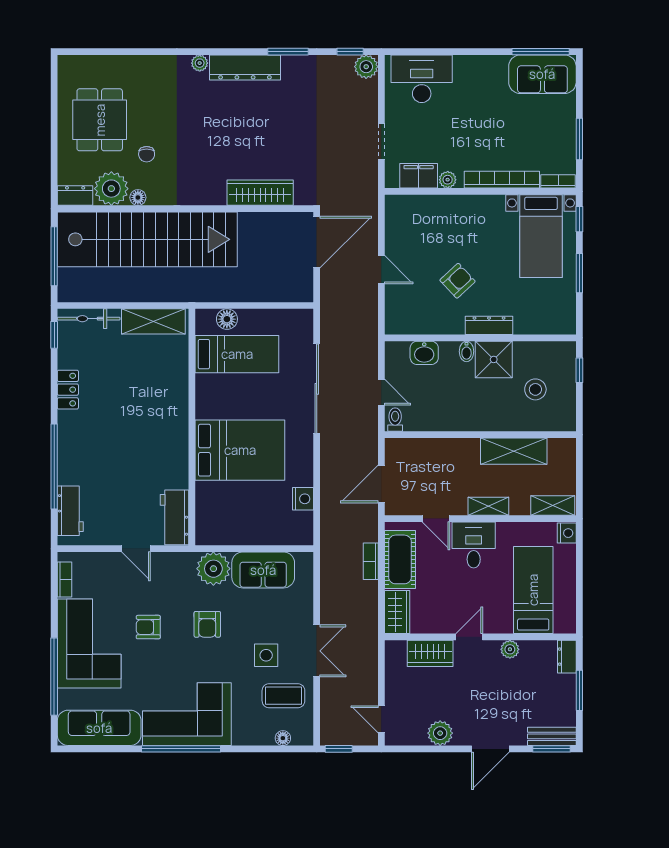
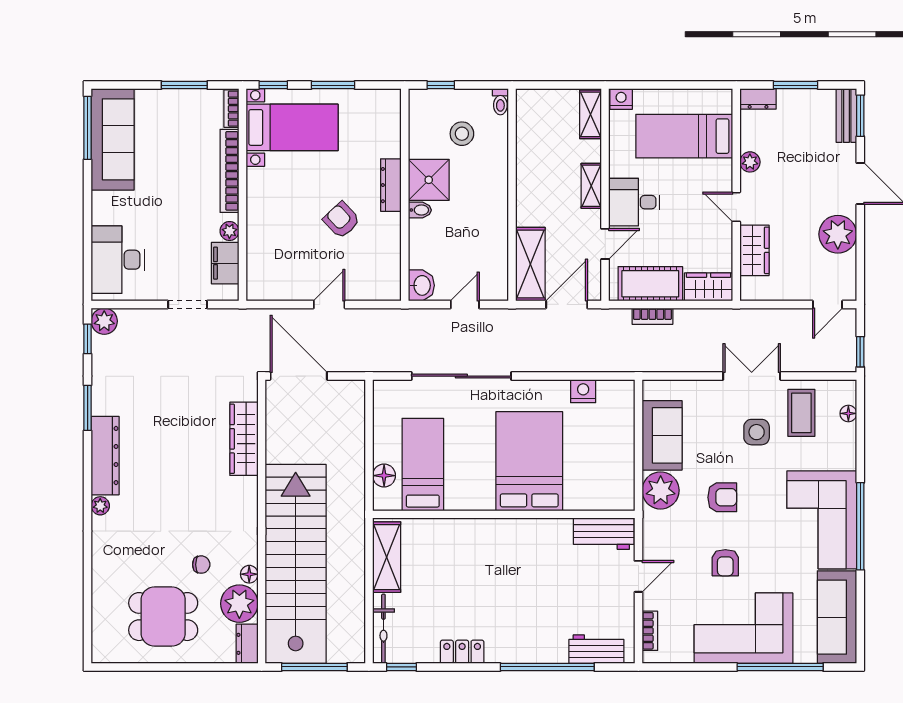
sofa: (542, 74) -> (113, 139), width x1.36
washbasin: (424, 353) -> (421, 285), moved
toilet: (395, 420) -> (500, 102), moved, turned -90
shelving: (514, 451) -> (530, 264), moved
door: (381, 484) -> (567, 304), swing flipped
bookcase: (64, 580) -> (650, 631), moved, turned 90
plant: (440, 733) -> (838, 234), width x1.36, depth x1.36

